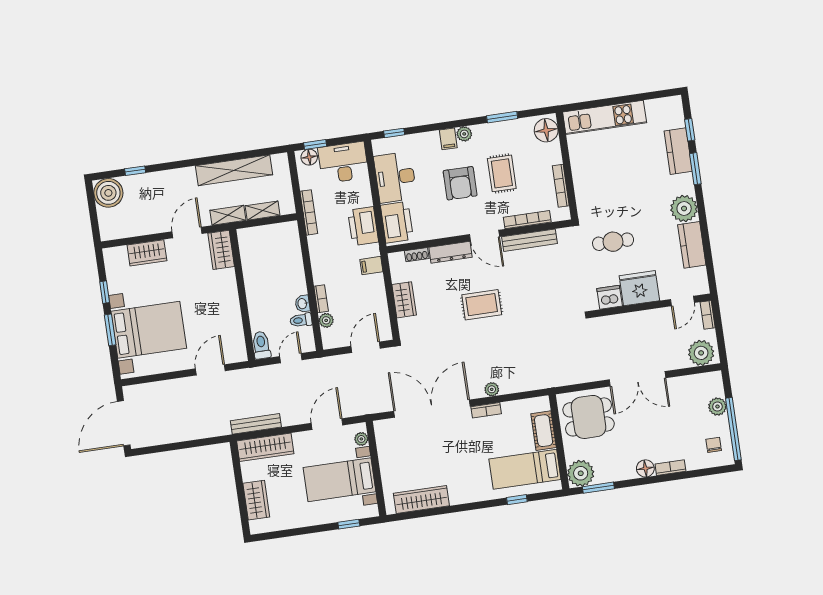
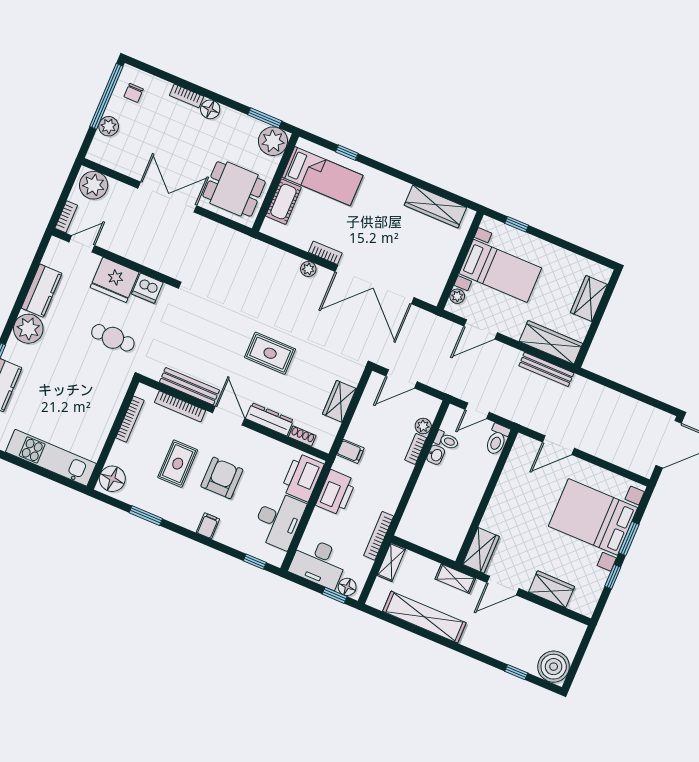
plant: (464, 134) -> (190, 521), removed
shelving: (263, 211) -> (391, 562), moved, turned 90

